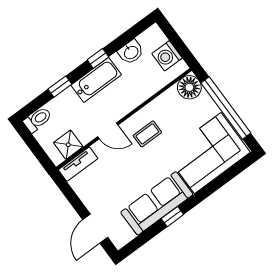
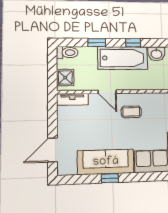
bathtub: (96, 80) -> (123, 58), width x1.36, depth x1.36
shower: (68, 145) -> (65, 77), moved

